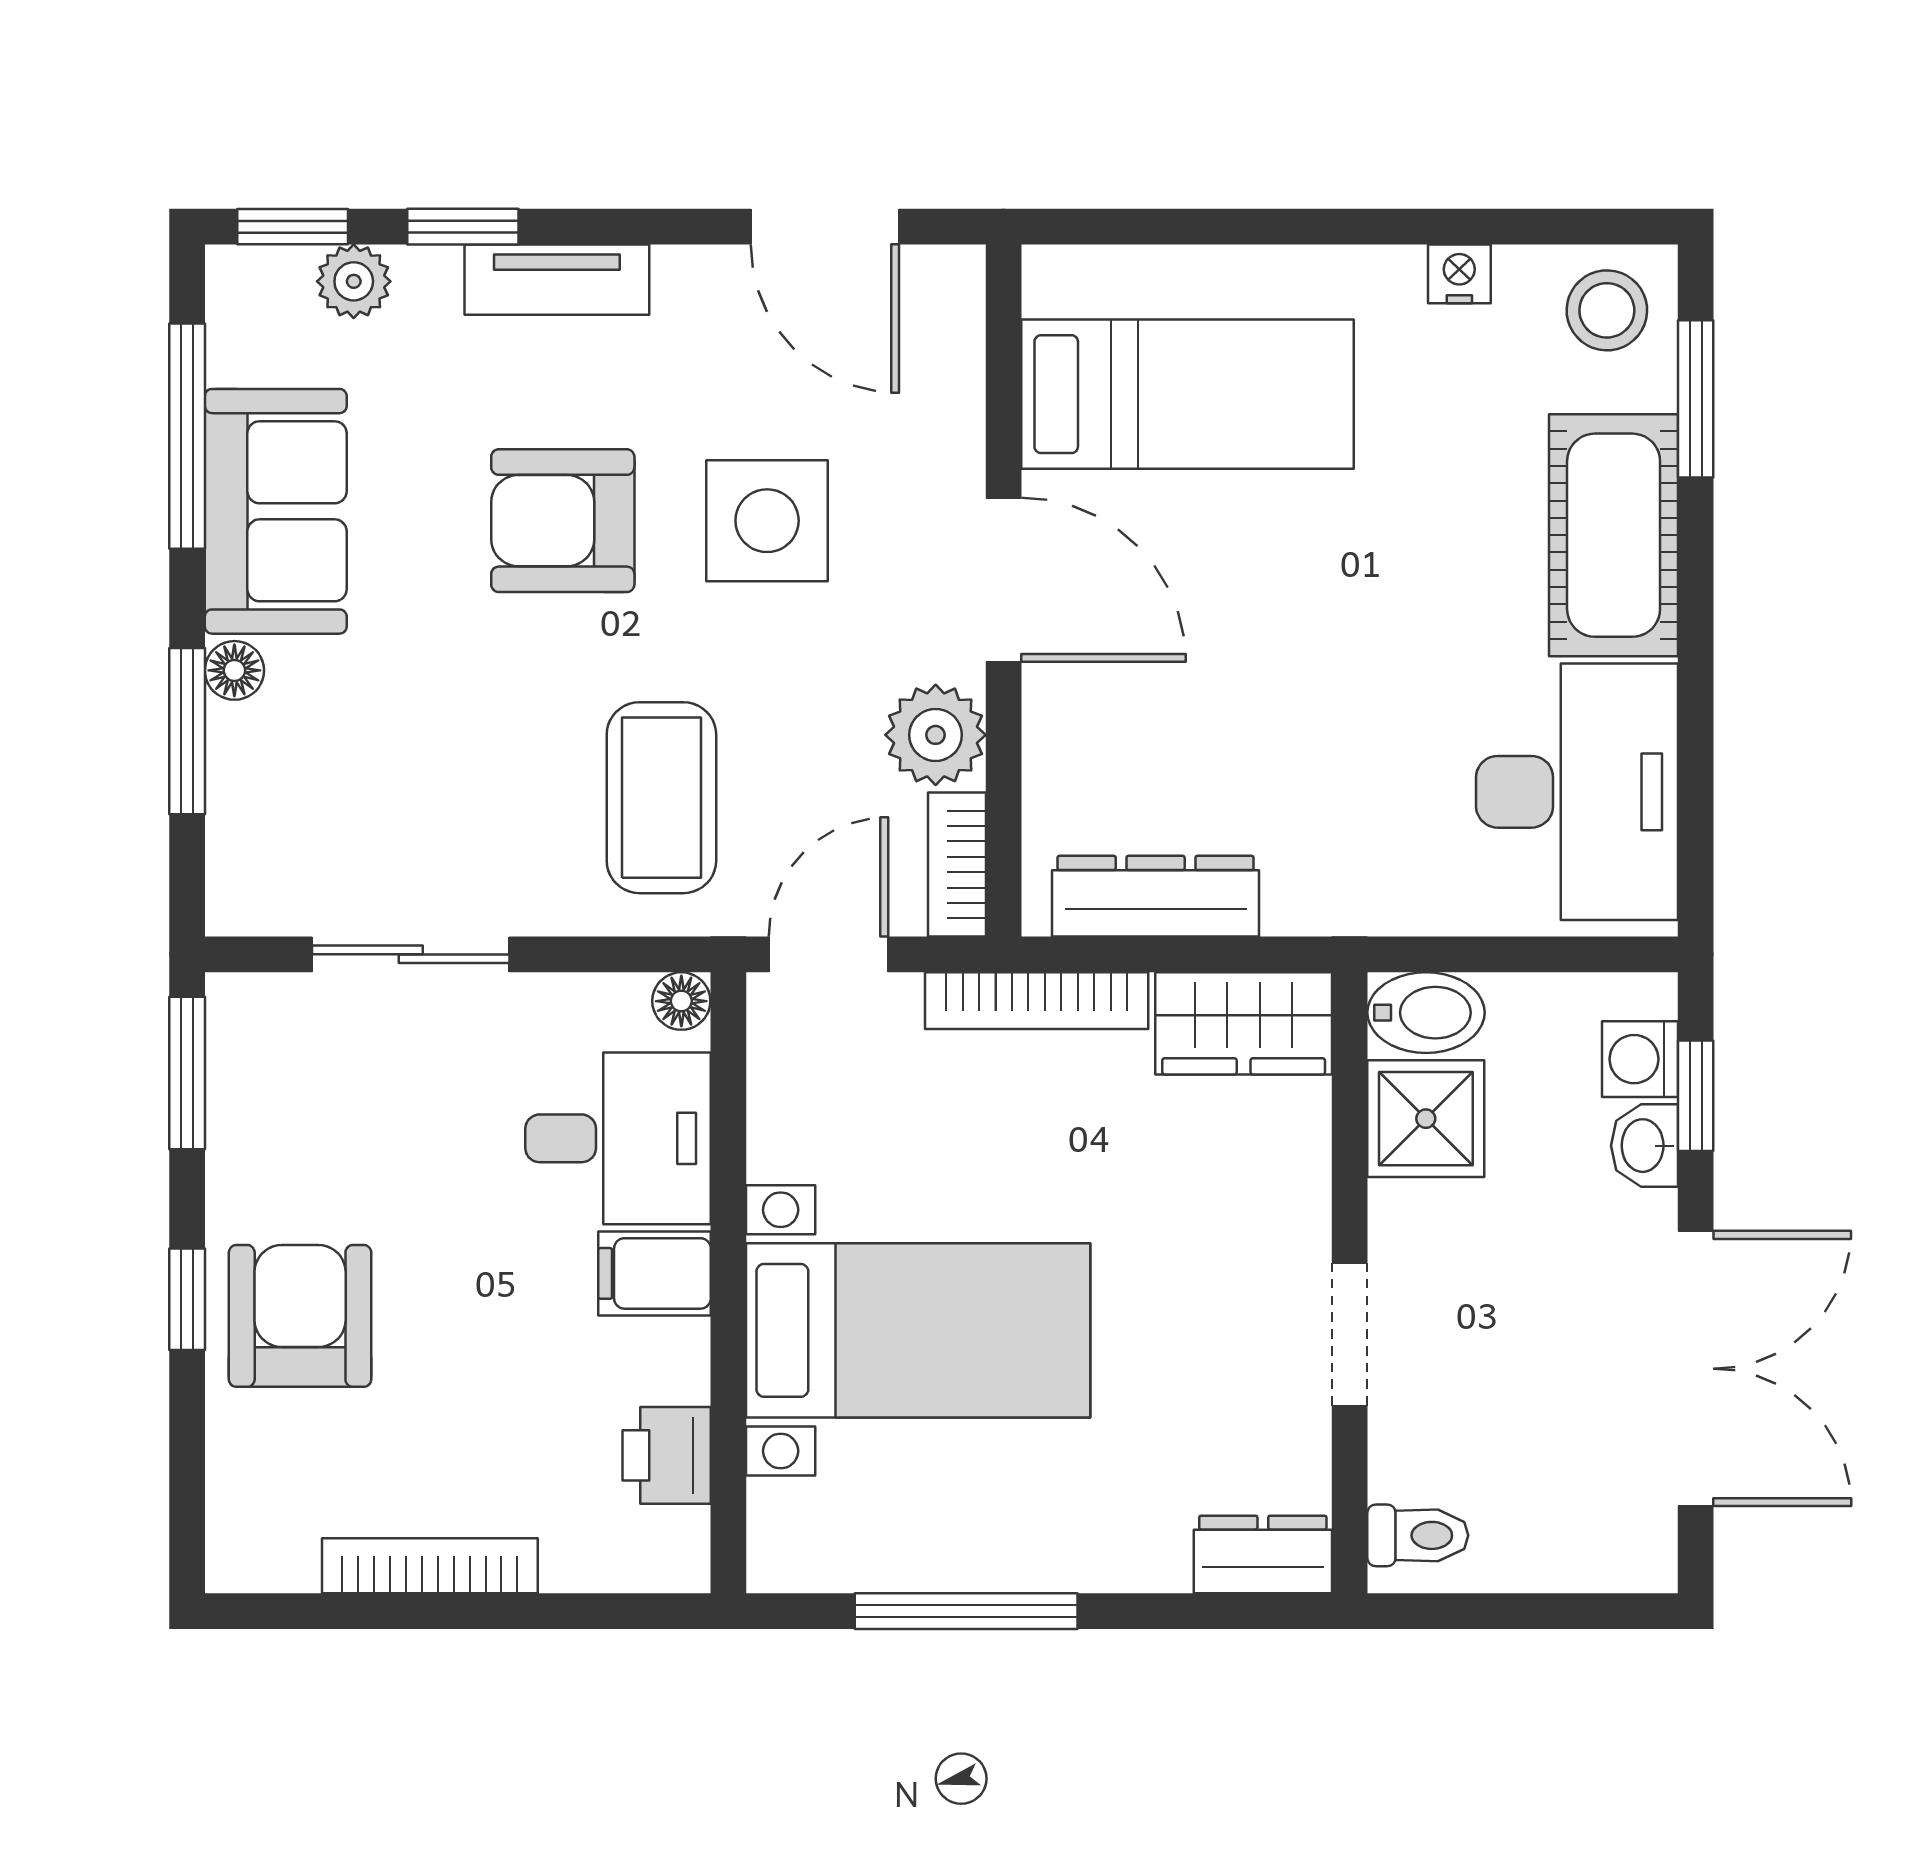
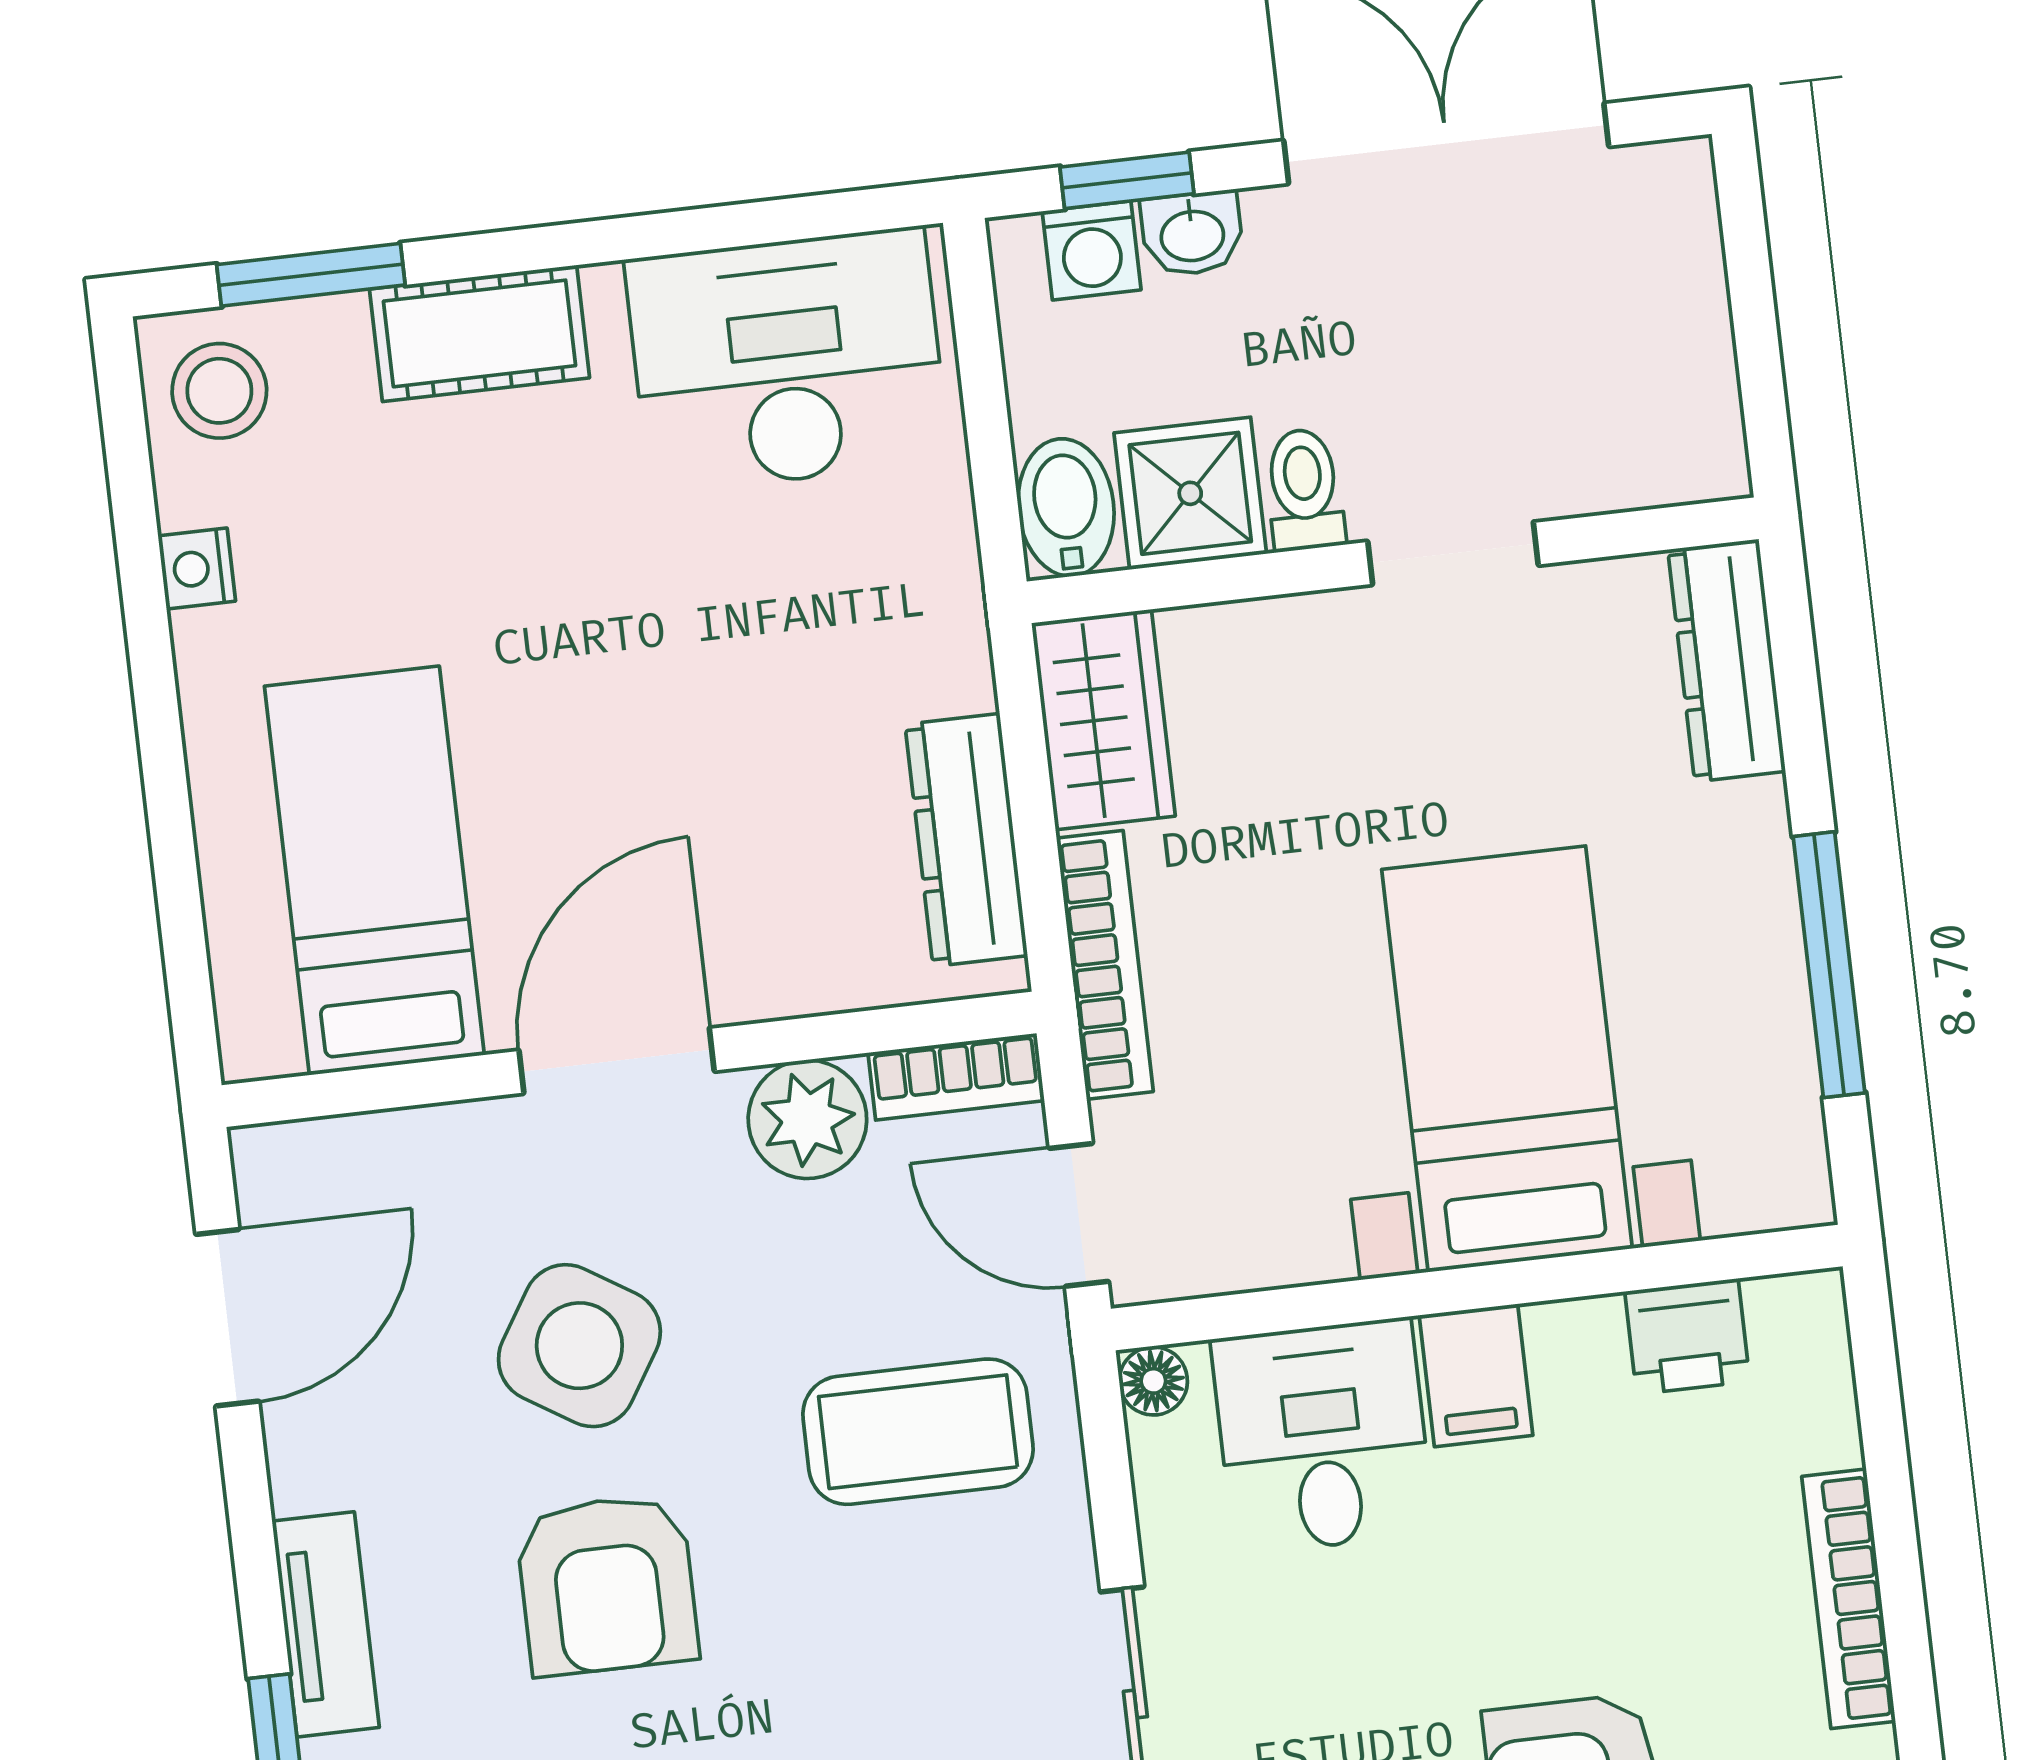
side table: (767, 521) -> (579, 1346), turned 32
cot: (1614, 535) -> (479, 333), width x0.73, depth x0.75
toilet: (1418, 1535) -> (1304, 490), moved
dresser: (1263, 1554) -> (1727, 660), width x1.44

